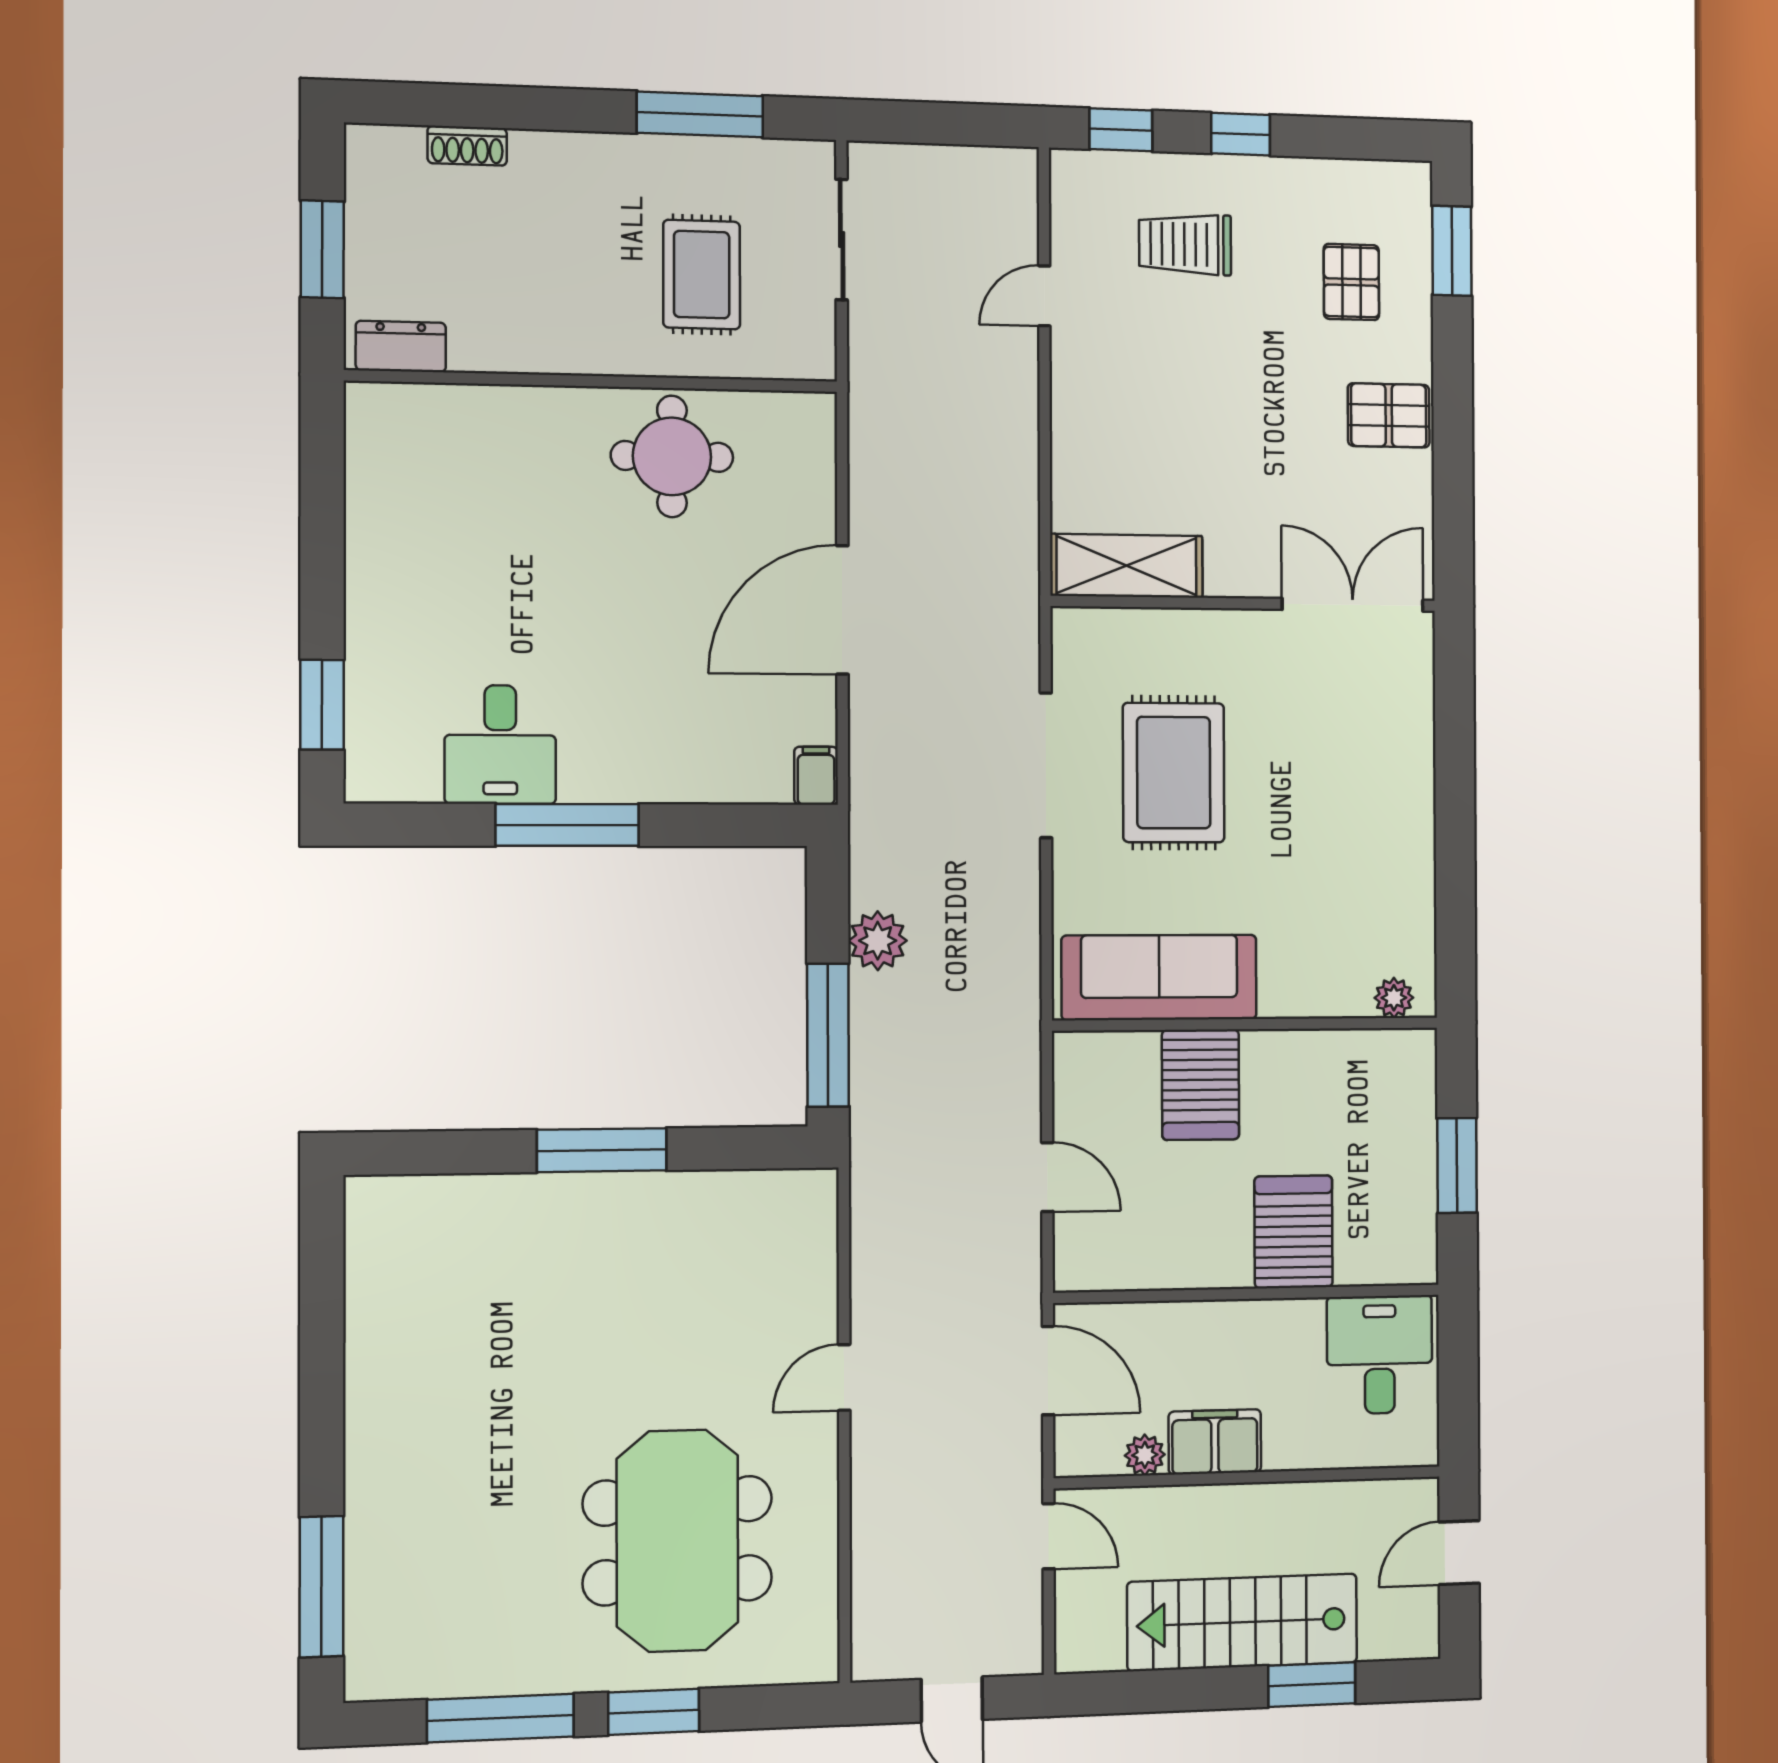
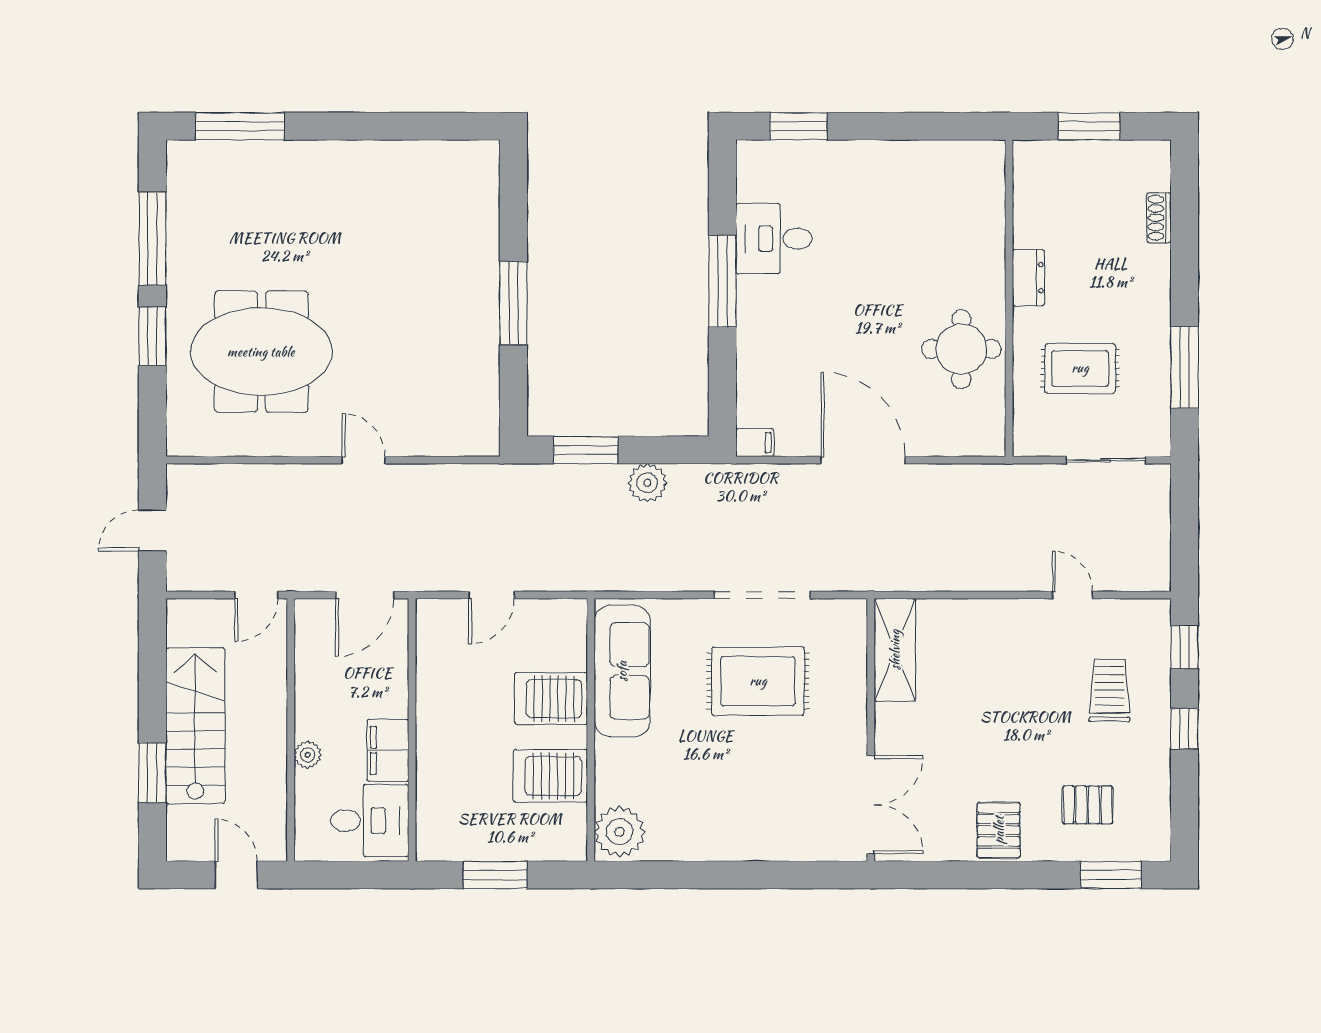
dresser: (401, 346) -> (1028, 278), moved
plant: (1394, 998) -> (619, 832), width x1.88, depth x1.88
window: (828, 1035) -> (586, 450), width x0.69
server rack: (1293, 1232) -> (550, 776), moved, turned 180
filing cabinet: (1215, 1442) -> (388, 750), moved, turned 180
plant: (1145, 1455) -> (308, 755), moved

